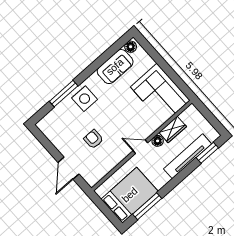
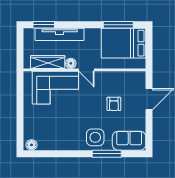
sofa: (115, 67) -> (129, 141), moved
corner sofa: (160, 94) -> (55, 88), moved, turned 90
wardrobe: (173, 129) -> (48, 62), width x1.50

